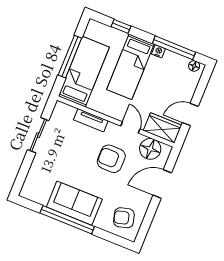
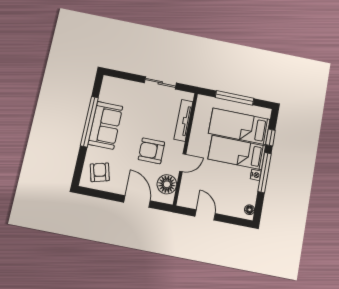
window: (174, 48) -> (264, 173), moved
bed: (84, 72) -> (239, 126), moved, turned 180
tv unit: (91, 120) -> (183, 120), width x1.41
wardrobe: (162, 128) -> (188, 192), removed
armchair: (111, 159) -> (151, 151), turned -90

